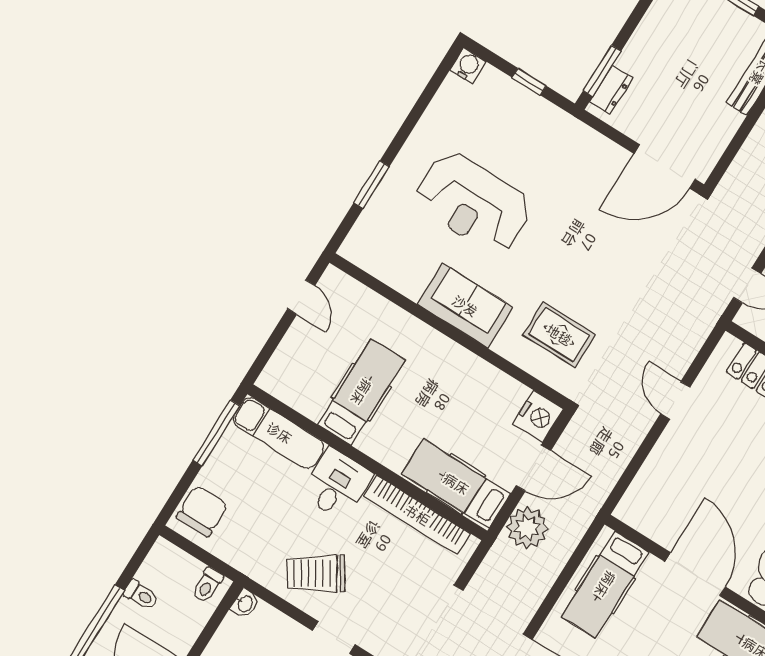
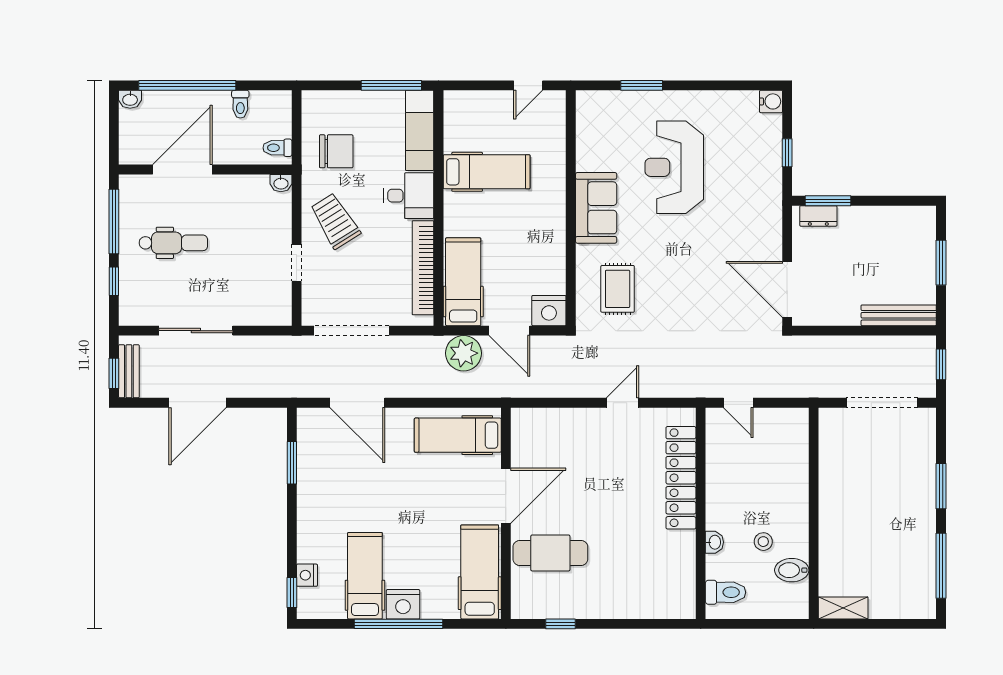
chair: (202, 511) -> (336, 151), moved

